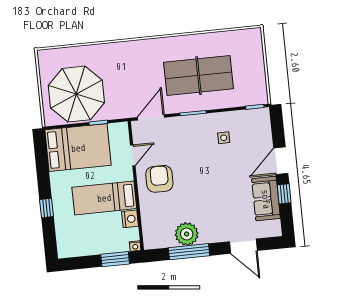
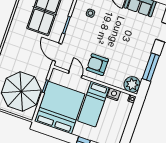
bed: (78, 148) -> (60, 108), width x1.36
plant: (187, 234) -> (132, 84), moved
window: (115, 259) -> (134, 115), removed

